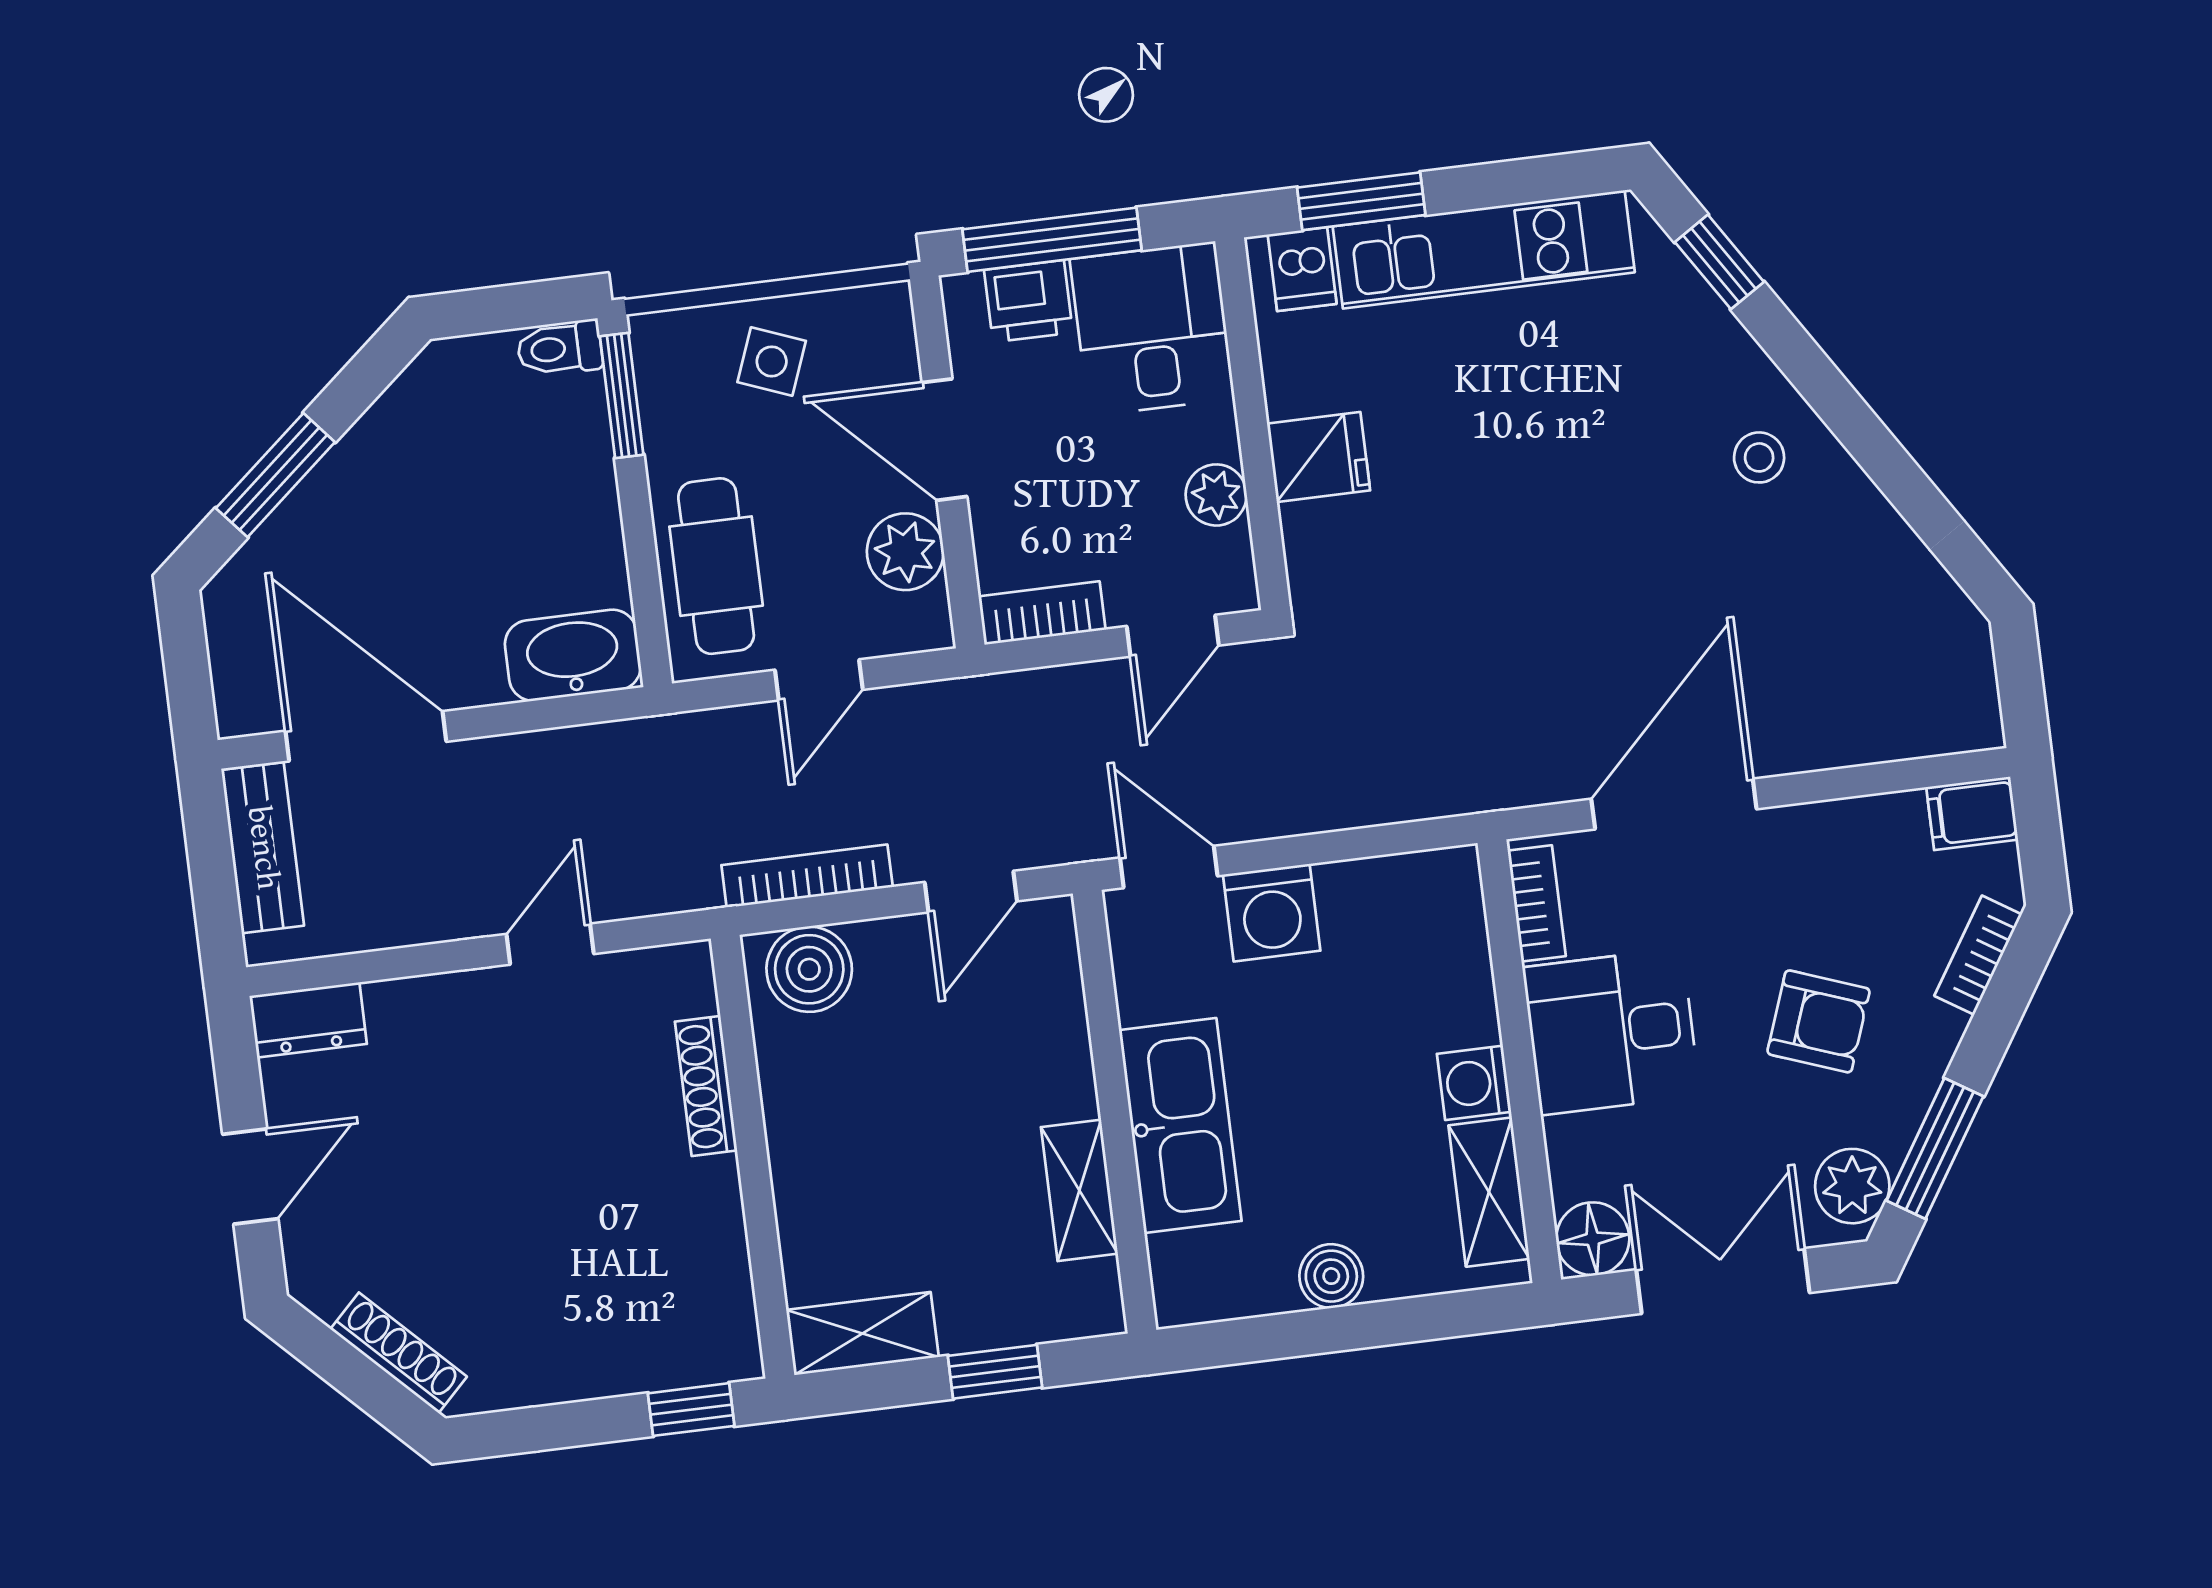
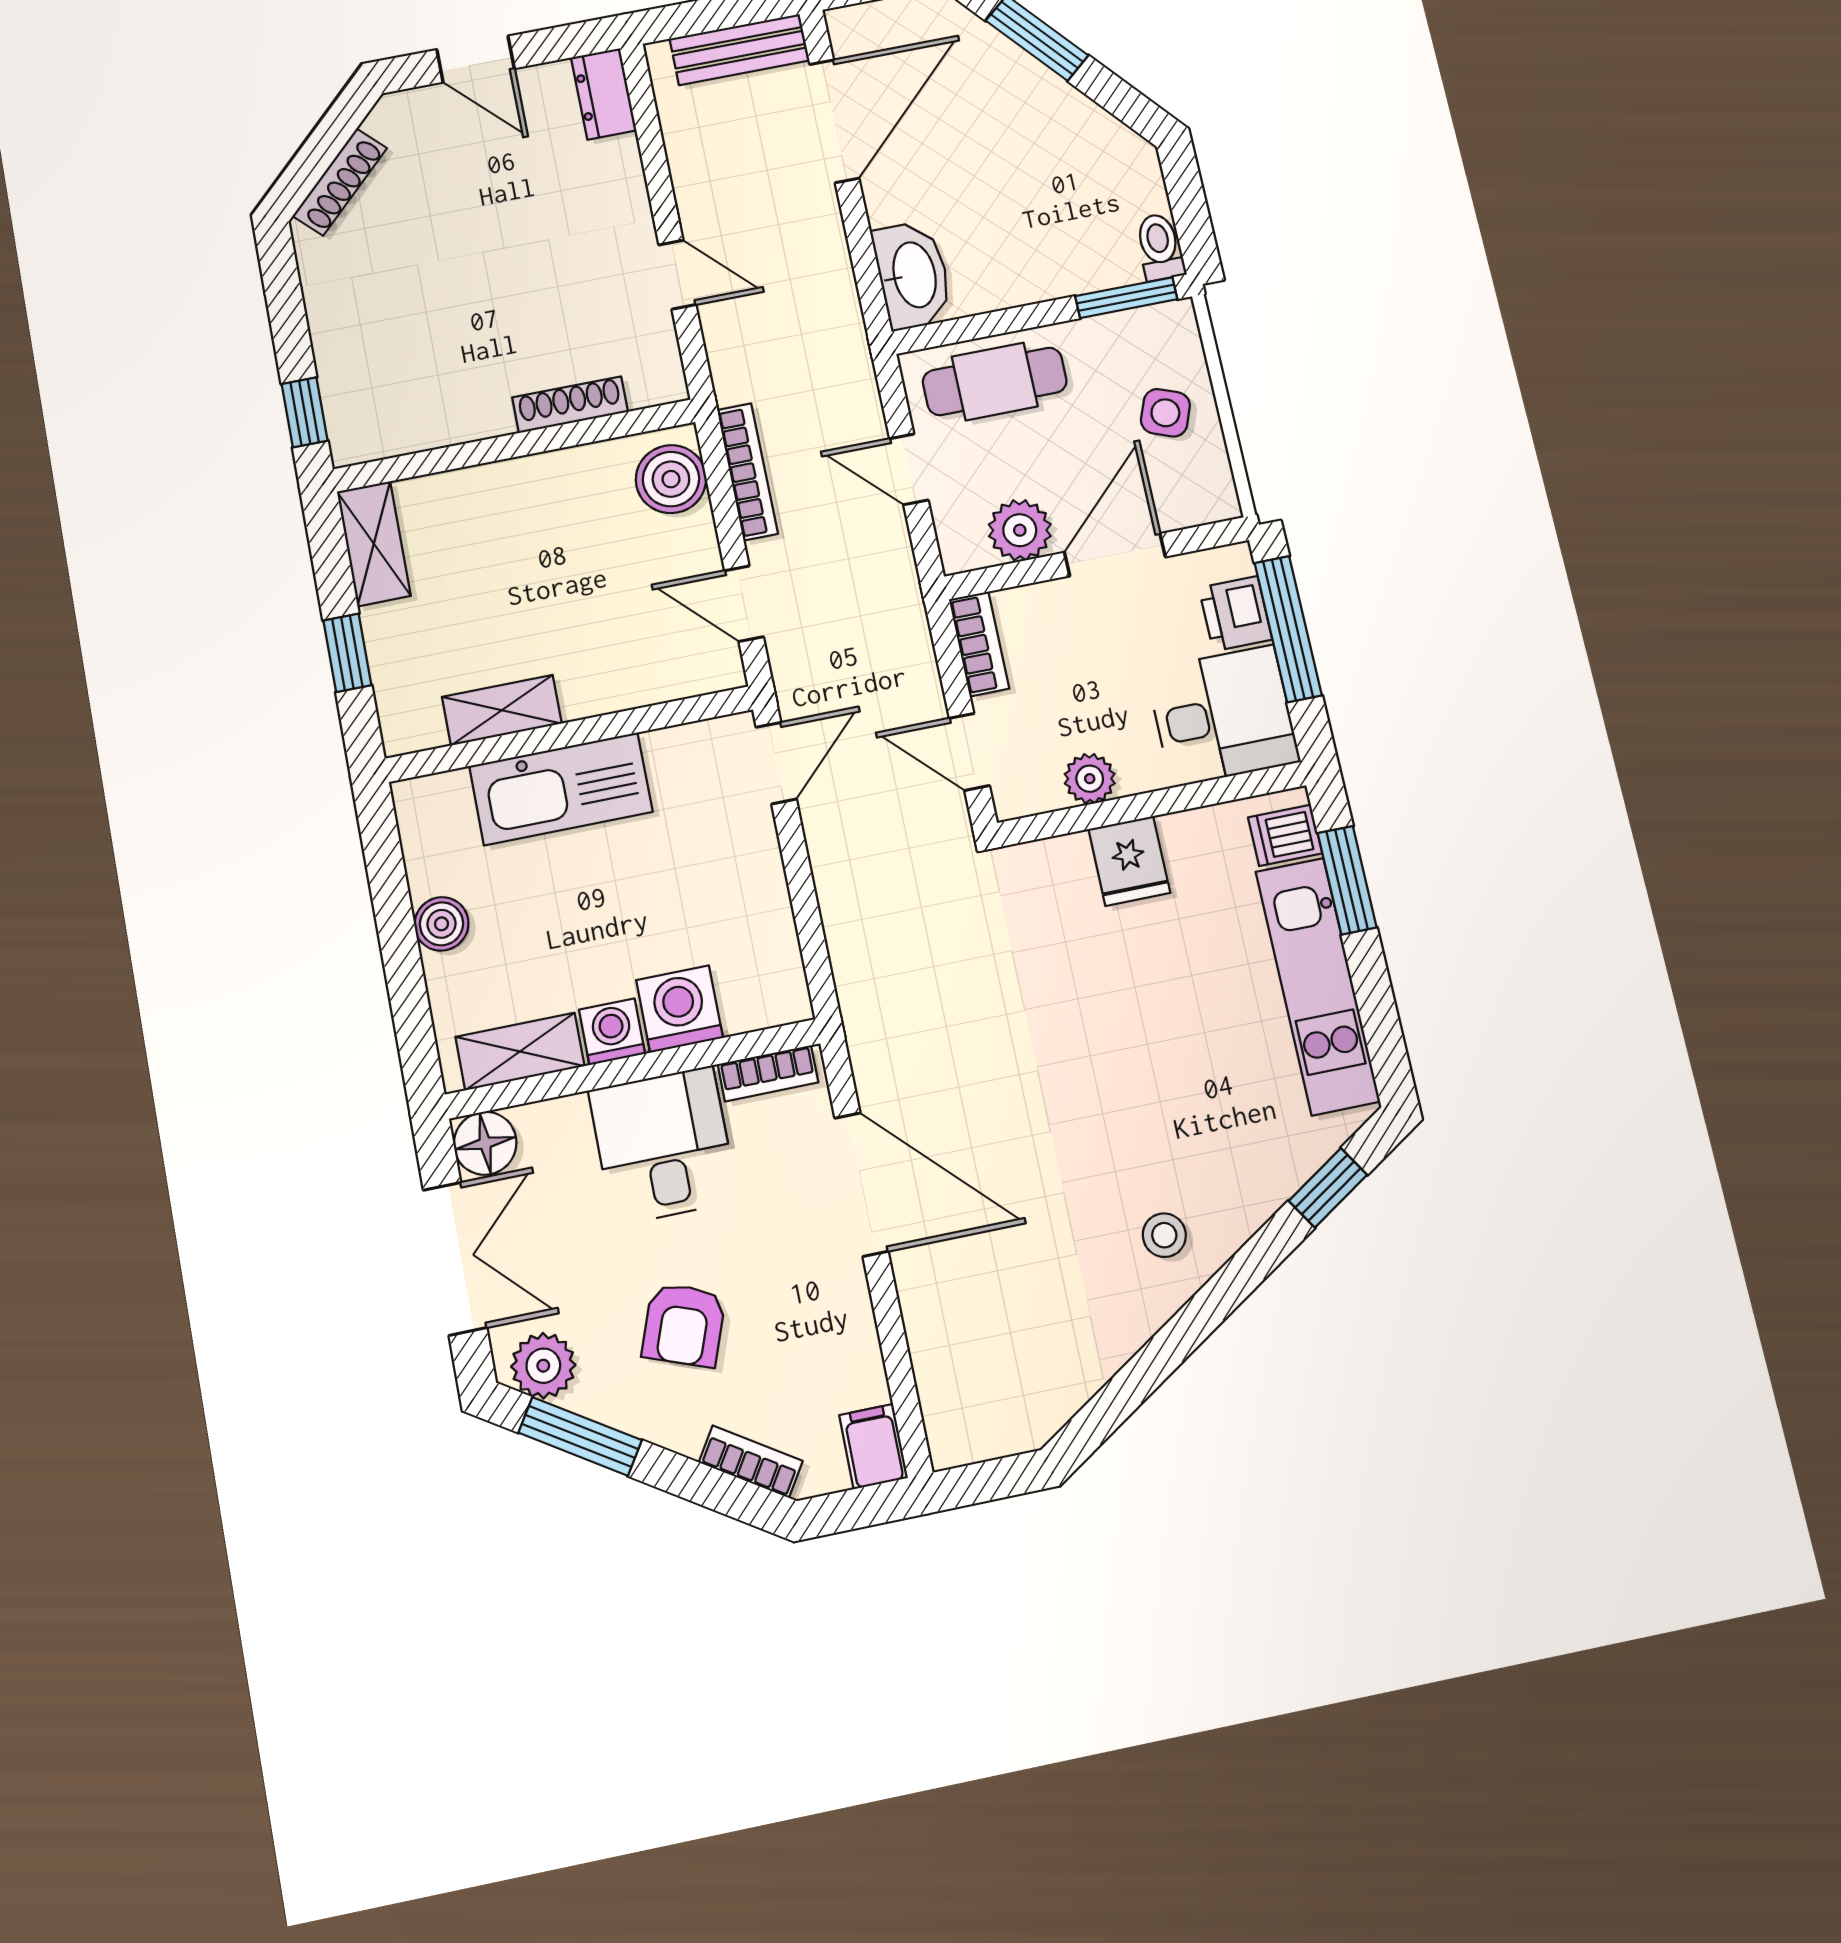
washing machine: (1272, 913) -> (680, 1009), moved, turned 90

